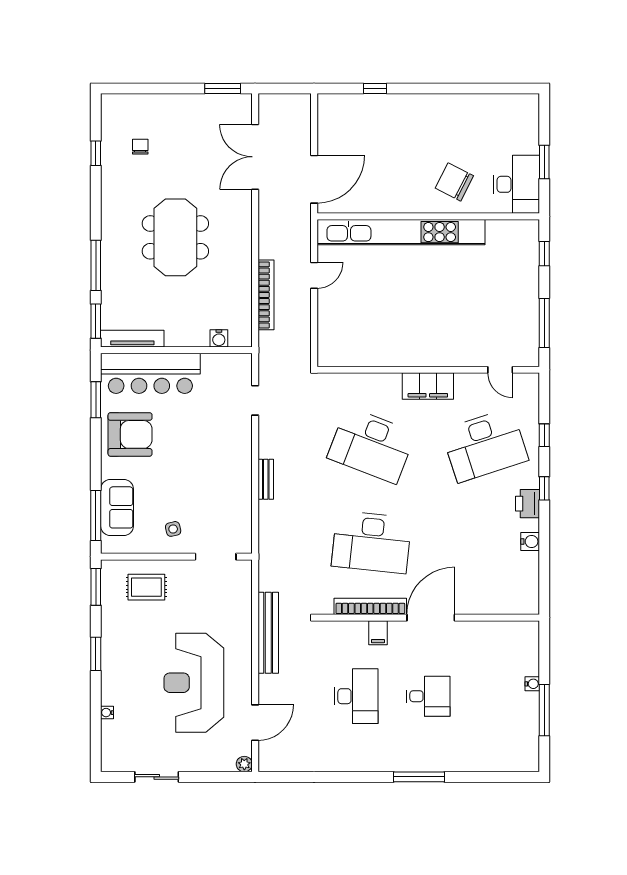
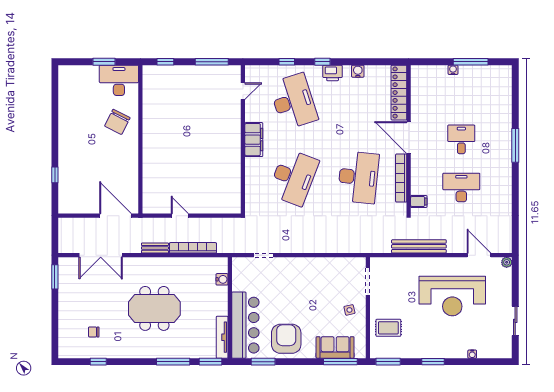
kitchen unit: (401, 232) -> (151, 158), removed
bench: (266, 479) -> (155, 248), moved
rug: (146, 587) -> (388, 328), turned 90
locker: (498, 603) -> (399, 93), added
filing cabinet: (378, 633) -> (419, 201), moved

